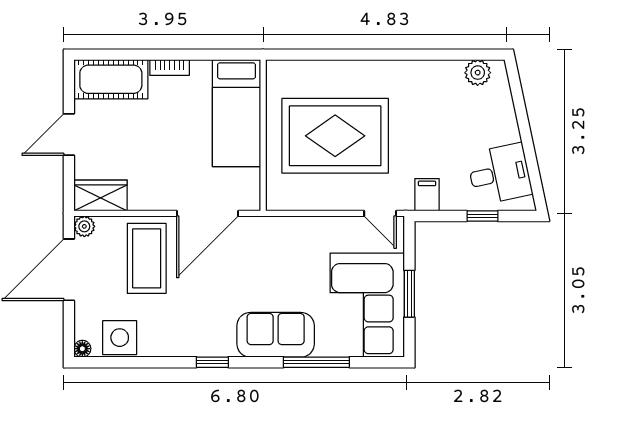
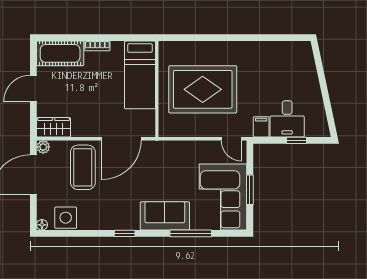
plant: (478, 73) -> (293, 49), removed
desk: (499, 174) -> (287, 119), moved, turned 102

